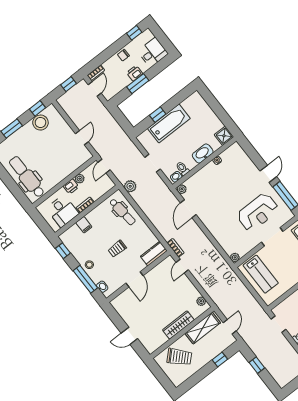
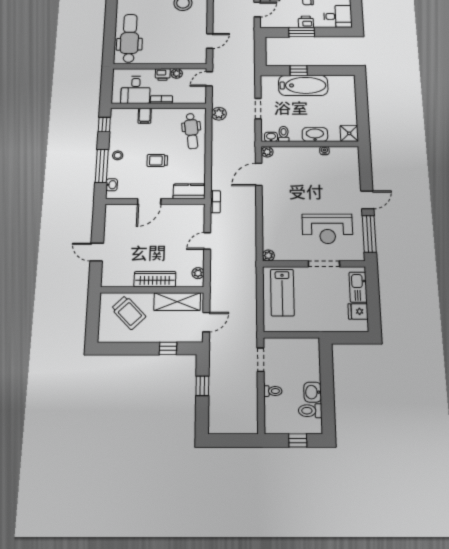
door: (182, 266) -> (207, 241), moved

